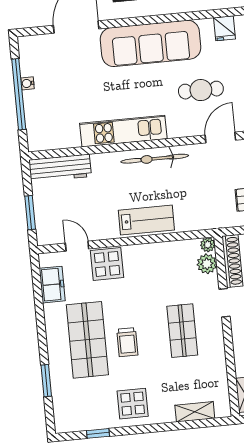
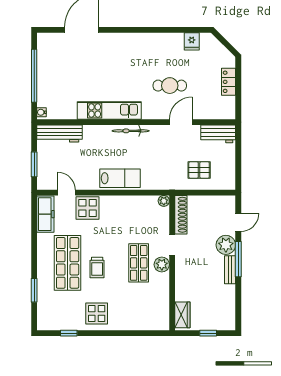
sofa: (151, 43) -> (136, 47), removed
water cooler: (28, 83) -> (41, 112), moved
bicycle: (155, 159) -> (131, 131), width x0.73, depth x0.71
plant: (207, 264) -> (162, 265), moved
freezer: (52, 285) -> (45, 214), width x1.40
shelving: (195, 412) -> (142, 324), removed

